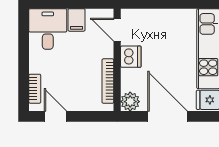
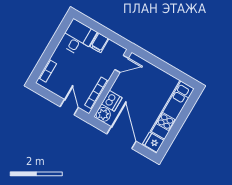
door: (117, 30) -> (122, 64), swing flipped
dishwasher: (131, 57) -> (112, 101), moved
door: (55, 116) -> (69, 107), moved

